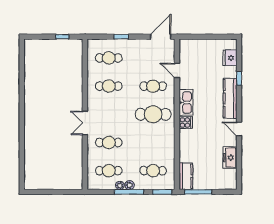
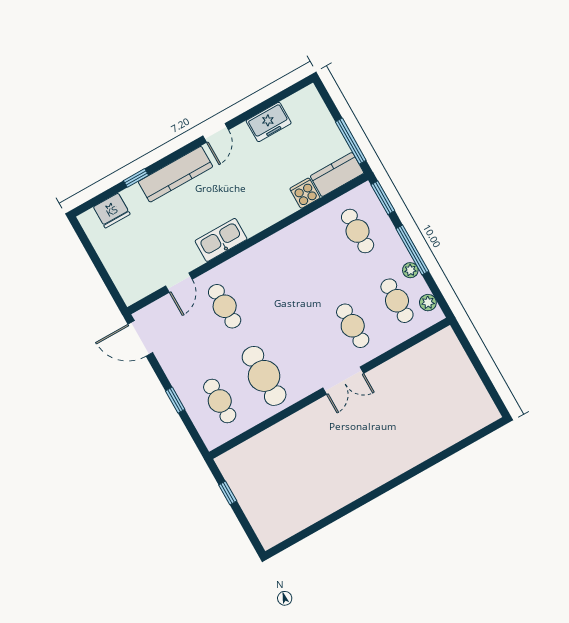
cafe table: (109, 86) -> (264, 376), width x1.37, depth x1.35
cafe table: (153, 114) -> (269, 281), removed
cooker: (186, 123) -> (305, 193), moved
plant: (130, 185) -> (428, 303), moved

